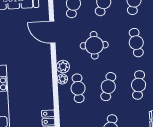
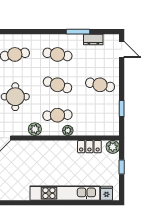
plant: (62, 79) -> (68, 130), moved

